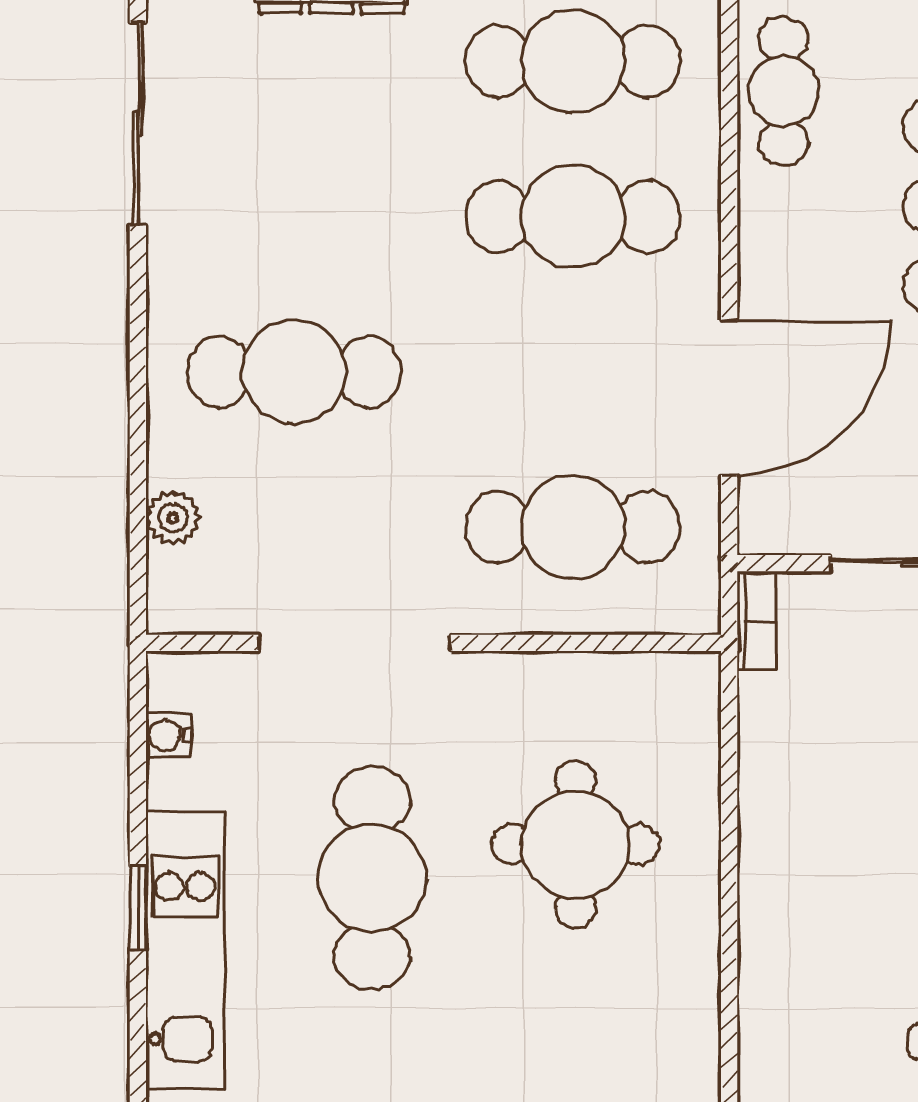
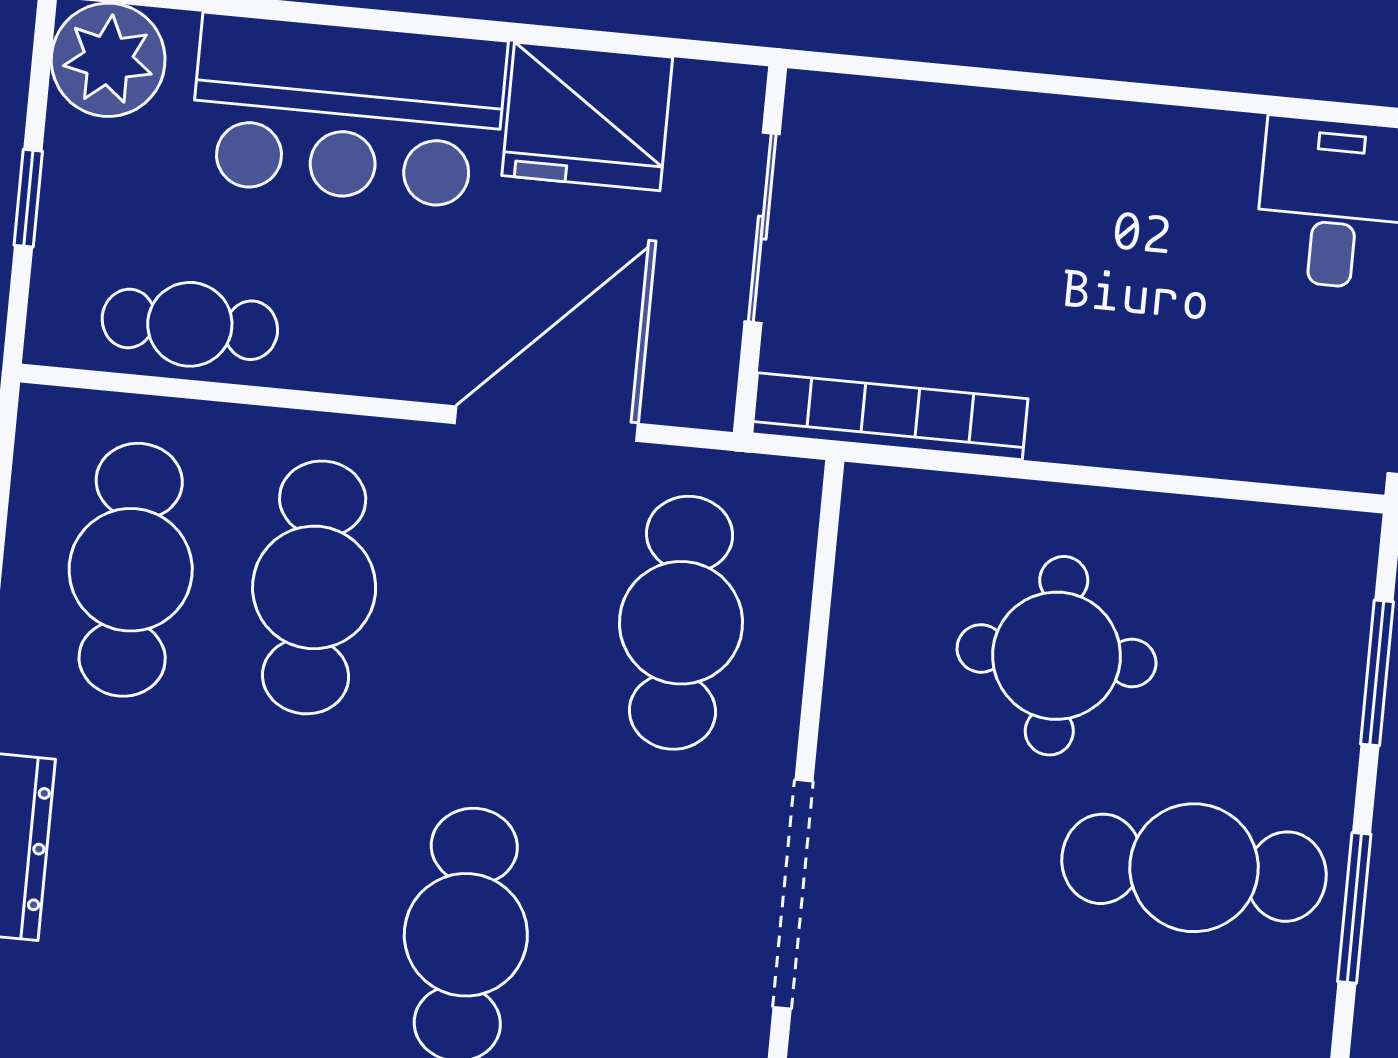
door: (729, 398) -> (546, 424), hinge flipped
bookcase: (757, 621) -> (890, 416), width x2.31, depth x1.31
cafe table: (372, 878) -> (1194, 868), moved

